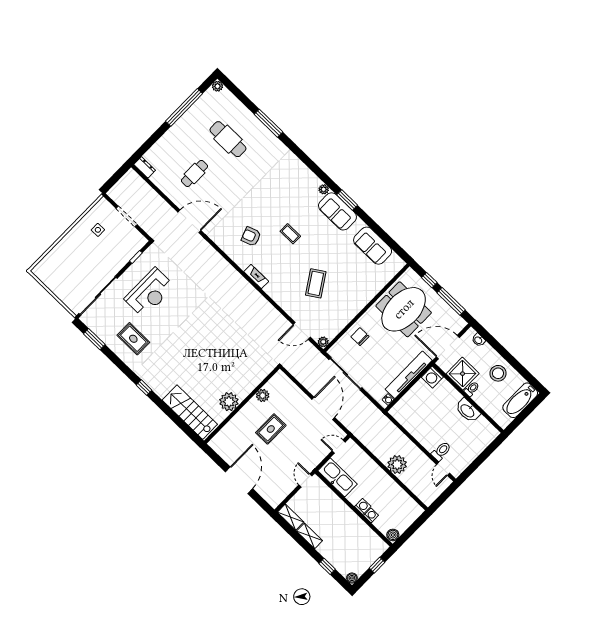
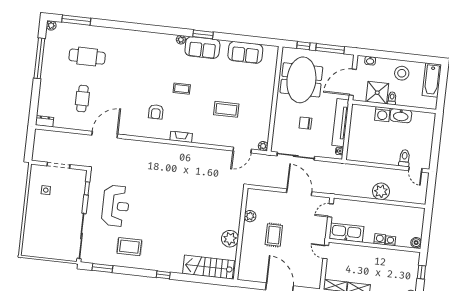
window: (268, 123) -> (76, 20), moved
armchair: (251, 236) -> (156, 112), turned -70
coffee table: (316, 283) -> (226, 109), turned -57
chair: (360, 337) -> (305, 123), moved
washing machine: (432, 377) -> (382, 114), moved

